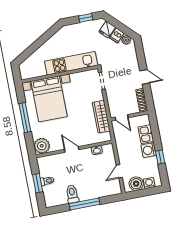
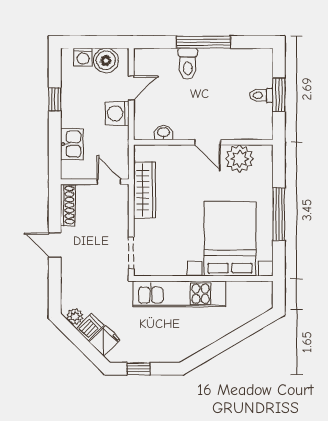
plant: (42, 146) -> (240, 159), moved
washing machine: (149, 150) -> (117, 113), moved, turned 180
toilet: (72, 194) -> (188, 64), moved

